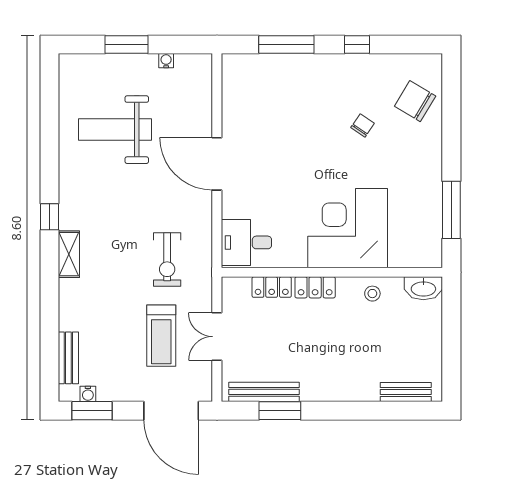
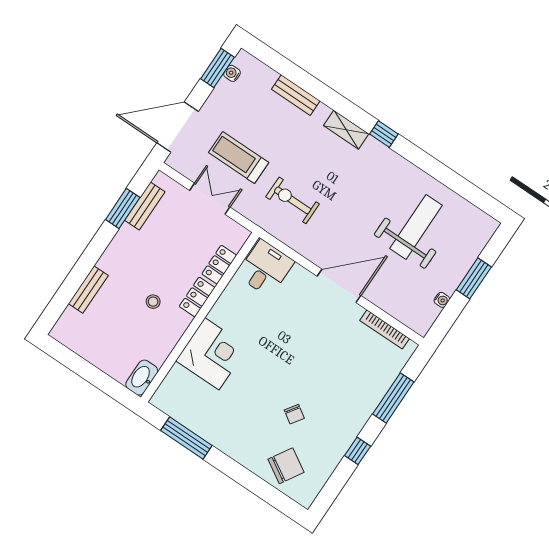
bookcase: (229, 95) -> (385, 329), added
corner desk: (348, 228) -> (212, 354), width x0.74, depth x0.74
stool: (372, 294) -> (153, 302), moved
bench: (68, 358) -> (296, 95), moved
bench: (264, 392) -> (145, 206), width x0.73
bench: (406, 392) -> (88, 290), moved

